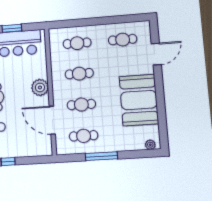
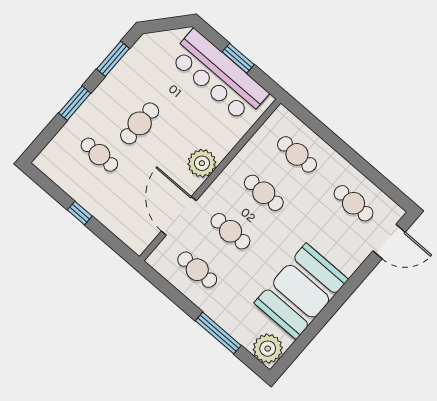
door: (156, 54) -> (389, 242), moved
plant: (150, 145) -> (268, 349), width x1.87, depth x1.87
window: (101, 156) -> (218, 333), moved

